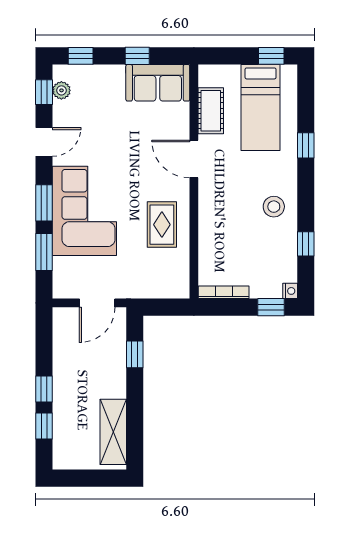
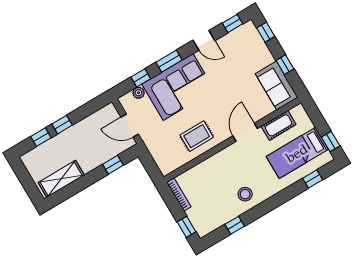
plant: (61, 90) -> (139, 93), moved
window: (306, 145) -> (313, 179), moved
window: (44, 252) -> (141, 78), width x0.67
nightstand: (290, 291) -> (202, 232), removed

